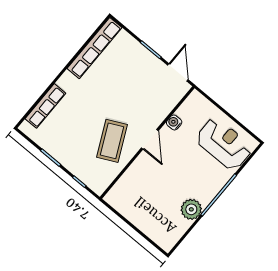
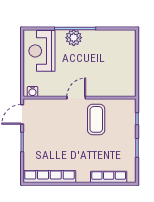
water cooler: (174, 122) -> (33, 91), moved
coffee table: (112, 141) -> (96, 119), turned -64
plant: (191, 209) -> (74, 38), moved

